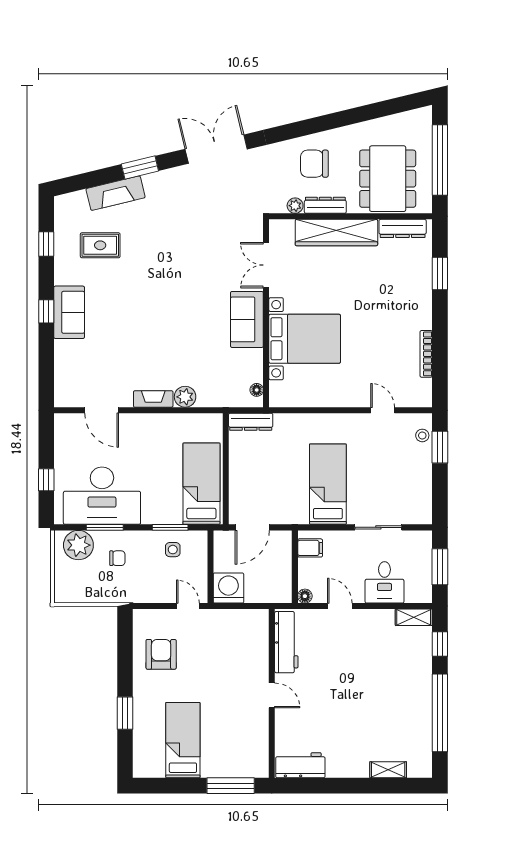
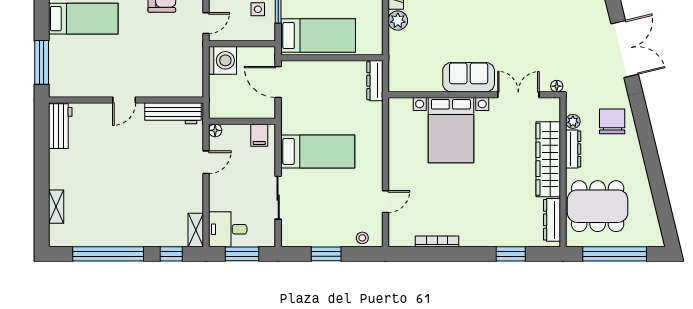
chair: (314, 164) -> (612, 121), moved
floor lamp: (257, 390) -> (557, 86), moved
window: (440, 447) -> (326, 254), moved
desk: (384, 582) -> (228, 229), moved

